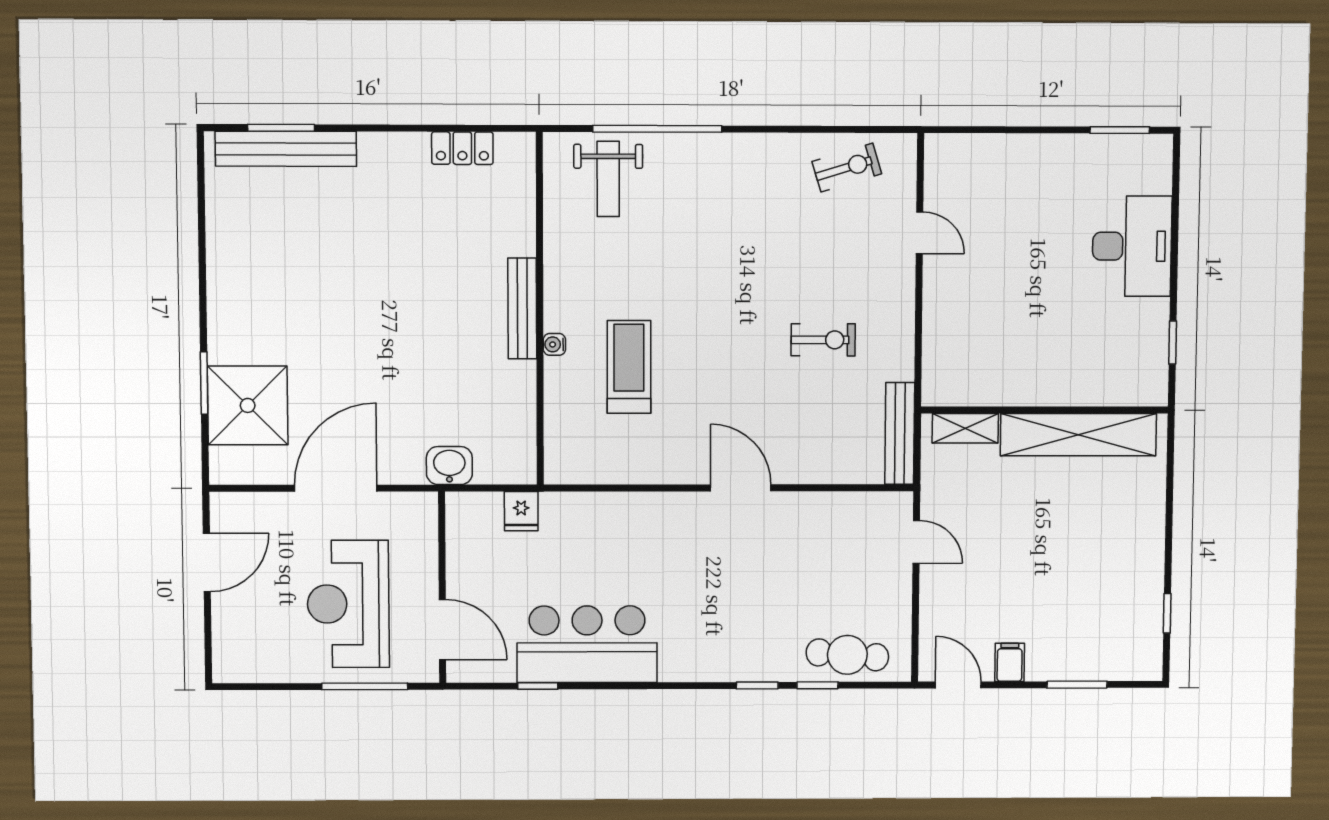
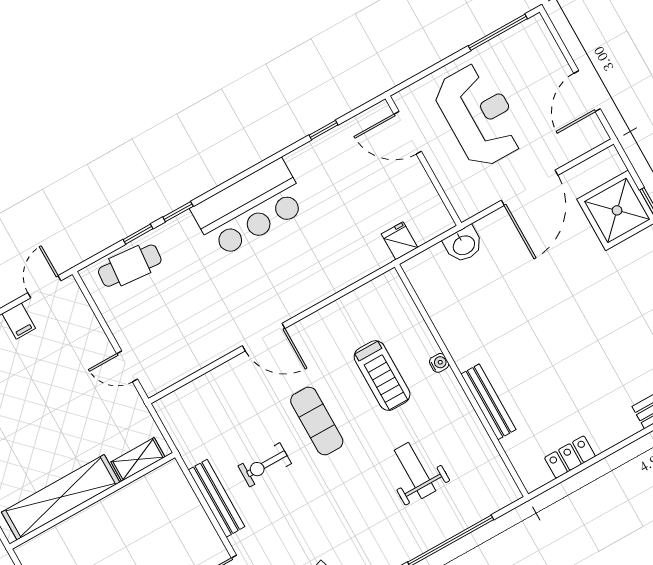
weight bench: (608, 179) -> (415, 471), moved
bench: (522, 309) -> (488, 402), moved
exercise mat: (734, 357) -> (317, 421), added
bench: (900, 433) -> (217, 498), moved
bar counter: (587, 644) -> (250, 208), moved
door: (958, 685) -> (44, 287), swing flipped
window: (365, 686) -> (498, 32), moved

